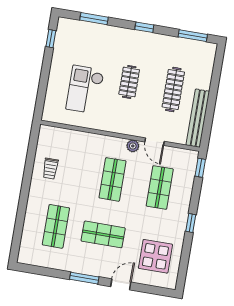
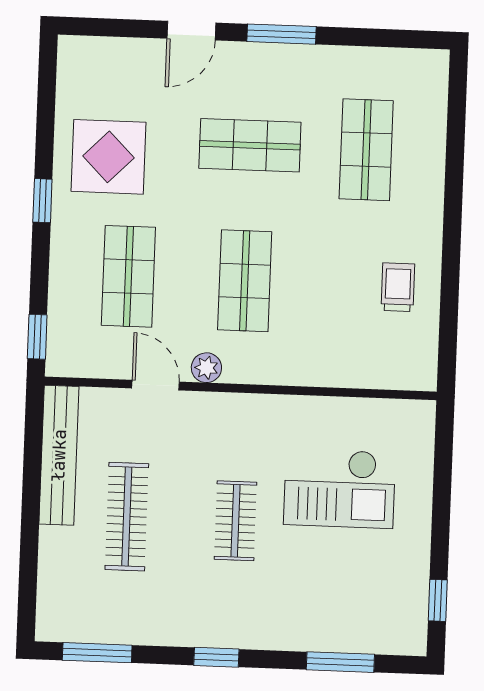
checkout: (85, 90) -> (339, 488), turned 90
display table: (155, 256) -> (108, 157), moved

